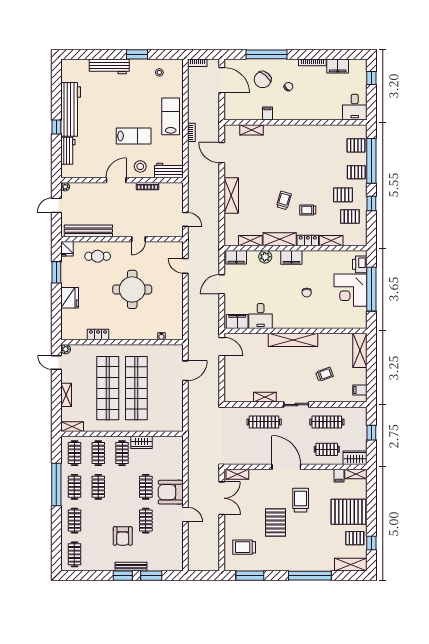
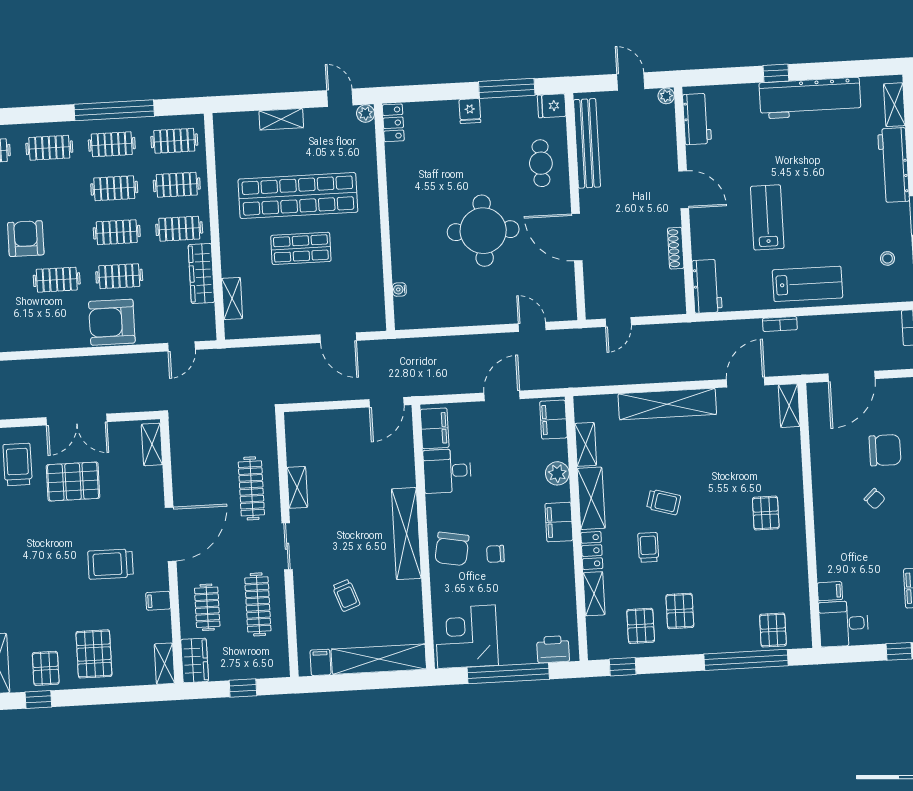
shelving: (77, 64) -> (894, 105), added
door: (222, 80) -> (852, 376), moved
chair: (263, 80) -> (885, 450), turned 140
filing cabinet: (267, 113) -> (830, 591), moved
shelving: (252, 130) -> (789, 406), moved
lab bench: (134, 136) -> (767, 217), turned 180
workbench: (68, 151) -> (697, 119), moved, turned -90
stool: (140, 166) -> (712, 233), removed
pallet: (356, 172) -> (766, 513), moved
shelving: (231, 195) -> (667, 404), width x1.47
window: (371, 204) -> (623, 667), moved
door: (139, 239) -> (577, 237), width x1.87
door: (185, 266) -> (532, 327), hinge flipped
window: (56, 272) -> (507, 88), width x1.44
door: (222, 284) -> (502, 396), hinge flipped
corner desk: (350, 290) -> (466, 637), moved
fridge: (70, 298) -> (470, 111), width x0.53, depth x0.75
chair: (303, 316) -> (452, 549), added
locker: (98, 335) -> (393, 123), moved
shelving: (360, 350) -> (379, 659), width x1.47
door: (56, 363) -> (340, 98), hinge flipped
shop shelf: (136, 388) -> (301, 248), width x0.50, depth x0.74
shelving: (72, 427) -> (232, 298), moved
wardrobe: (141, 442) -> (201, 274), width x1.50
filing cabinet: (339, 476) -> (158, 601), moved
clothes rail: (122, 487) -> (117, 232), added
armchair: (170, 492) -> (112, 322), turned -90
double door: (222, 498) -> (77, 420), moved
trolley: (301, 500) -> (111, 564), turned 180
pallet: (348, 512) -> (94, 654), width x0.73, depth x0.71
door: (185, 515) -> (182, 346), moved
pallet: (276, 522) -> (73, 482), moved
armchair: (123, 536) -> (26, 239), turned 90

